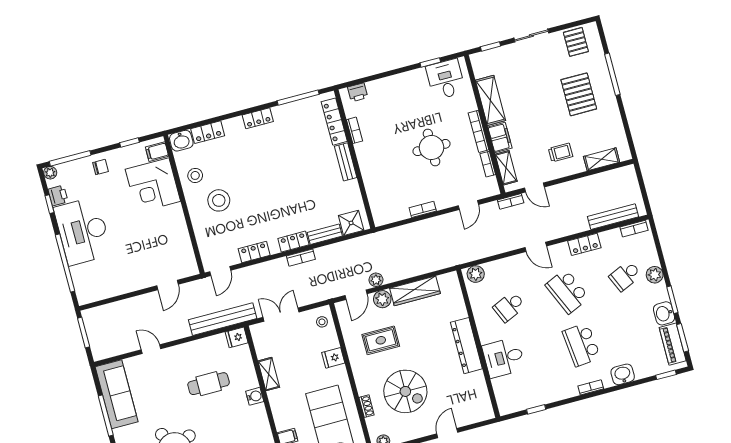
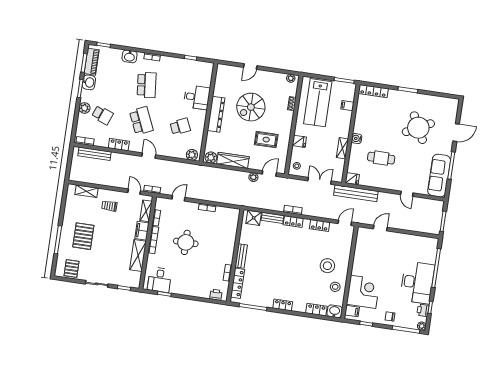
school desk: (625, 276) -> (102, 115), turned 45
plant: (382, 299) -> (211, 157), moved
double door: (281, 315) -> (320, 181), swing flipped
spiral stairs: (405, 391) -> (251, 107), moved, turned -90

